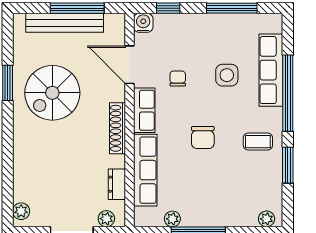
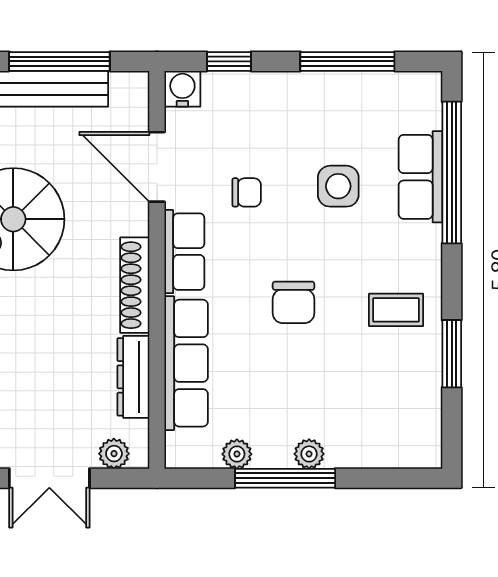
row of seats: (271, 70) -> (420, 177), width x0.68
chair: (178, 78) -> (247, 192), turned 90
window: (288, 93) -> (452, 172), moved
dresser: (117, 184) -> (133, 377), width x1.44
plant: (267, 219) -> (309, 454), moved

